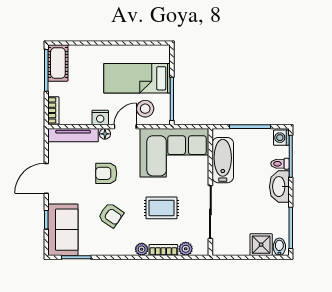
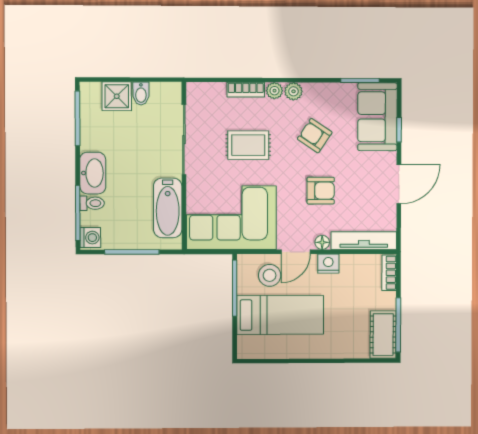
bidet: (279, 247) -> (141, 93), moved
plant: (186, 249) -> (293, 91), moved

